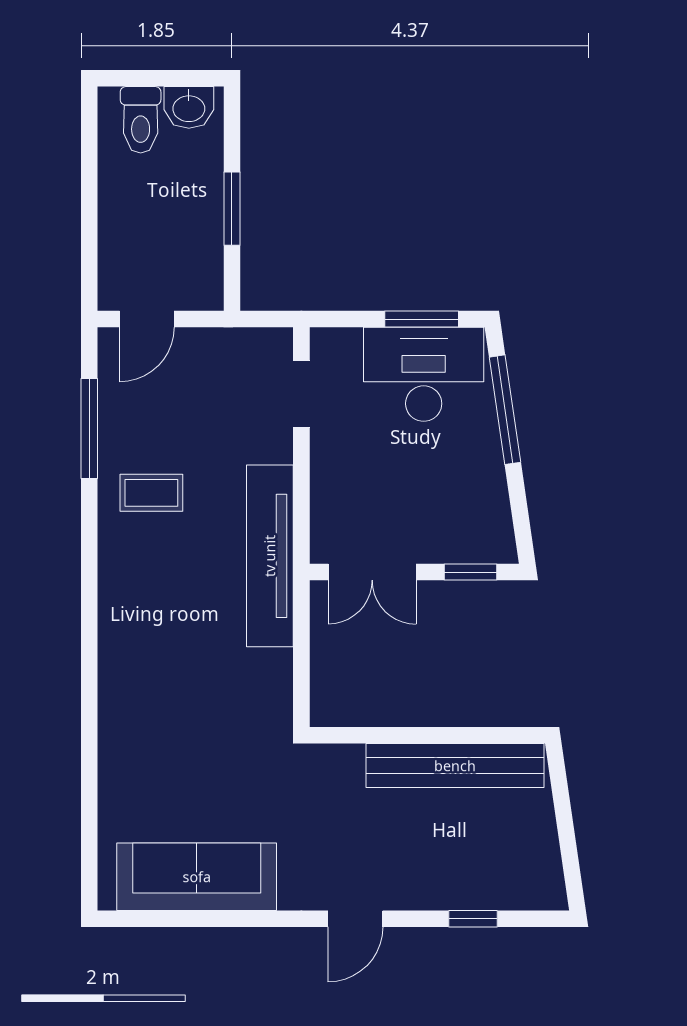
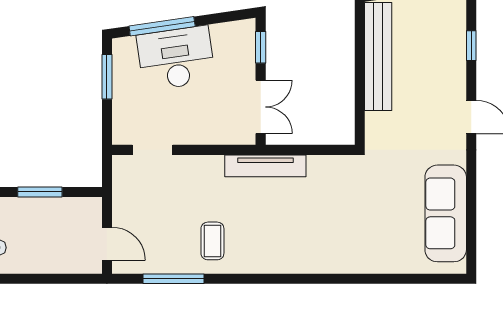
desk: (424, 374) -> (176, 58), moved, turned 82
tv unit: (270, 556) -> (265, 166), width x0.73, depth x0.78

